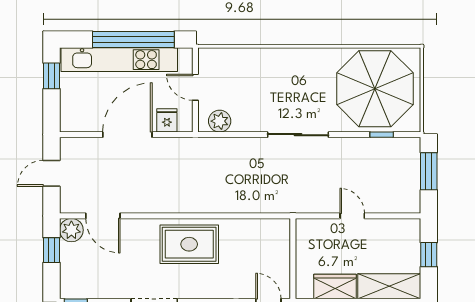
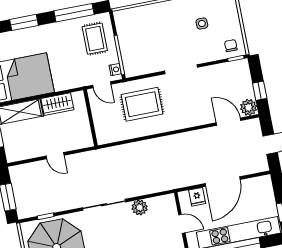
plant: (220, 121) -> (140, 208), moved
rug: (189, 244) -> (142, 104), moved

